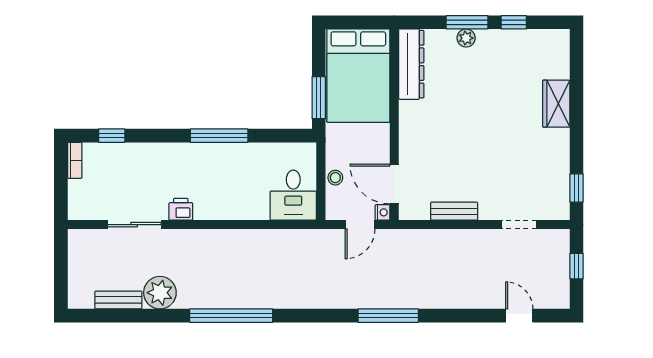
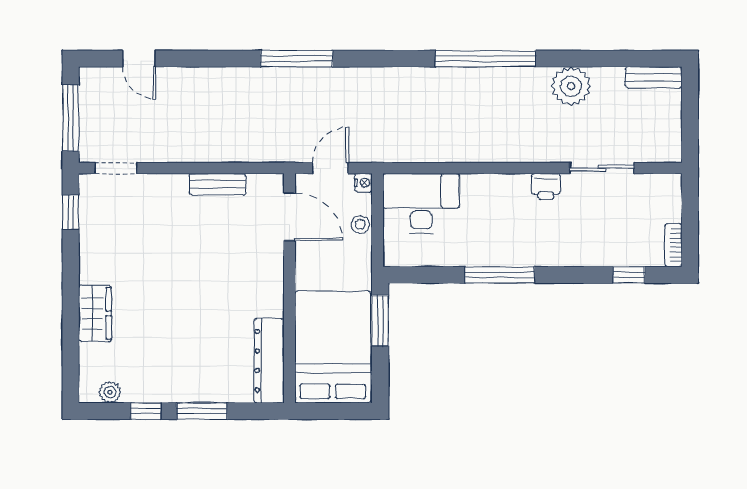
plant: (466, 38) -> (110, 392), moved
desk: (293, 195) -> (421, 203), width x1.37
nightstand: (383, 212) -> (363, 183), moved, turned 180
doorway: (519, 225) -> (116, 168), moved
window: (576, 266) -> (71, 118), width x2.17
bench: (118, 300) -> (654, 77), moved

